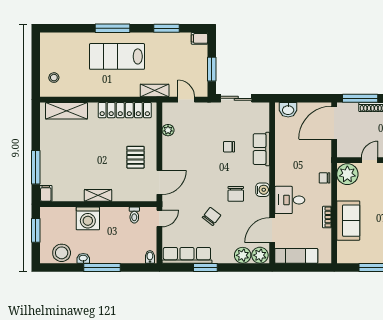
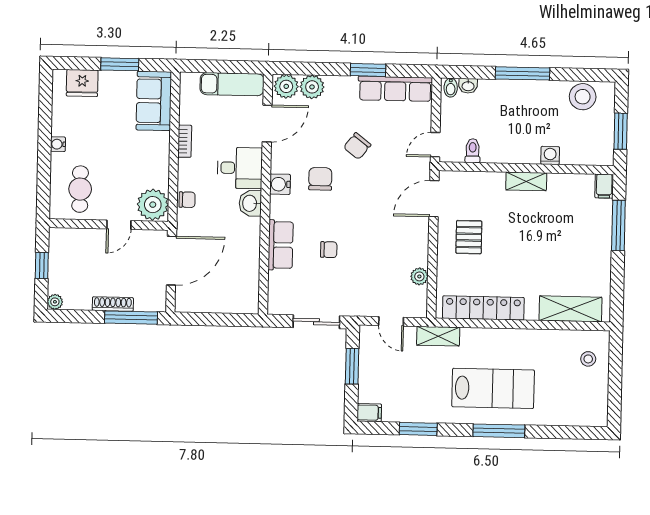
washbasin: (288, 110) -> (250, 203), moved, turned -90
door: (334, 123) -> (171, 261), moved
washing machine: (88, 218) -> (550, 155), width x0.53, depth x0.53
sofa: (348, 221) -> (154, 101), moved
washbasin: (83, 258) -> (468, 86), moved

